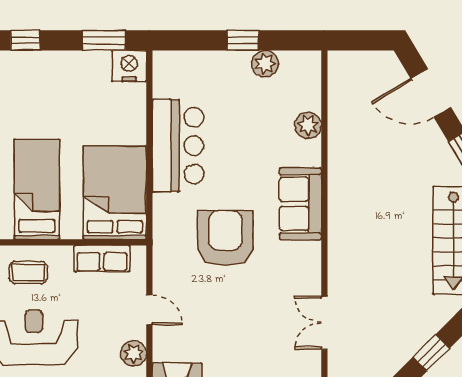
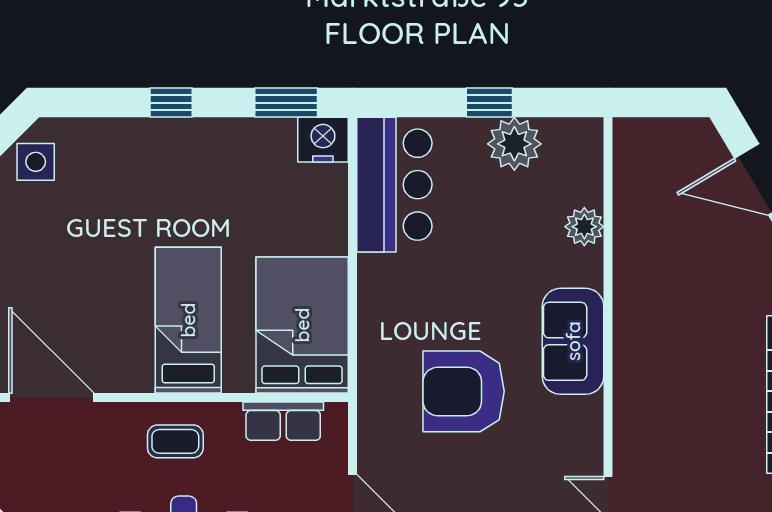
plant: (265, 64) -> (514, 144), width x1.36, depth x1.36
bar counter: (178, 146) -> (394, 185), moved
armchair: (225, 238) -> (464, 391), turned -90

